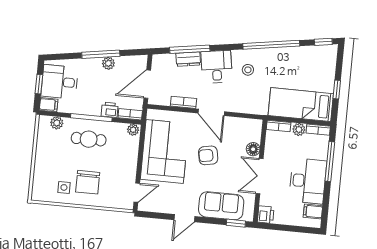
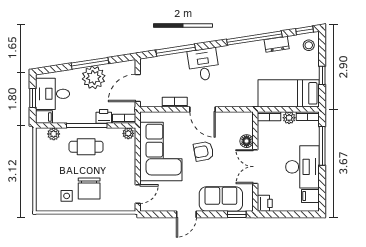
dresser: (188, 59) -> (277, 44), moved
plant: (108, 63) -> (94, 77), width x1.87, depth x1.87
stool: (248, 70) -> (309, 45), moved

